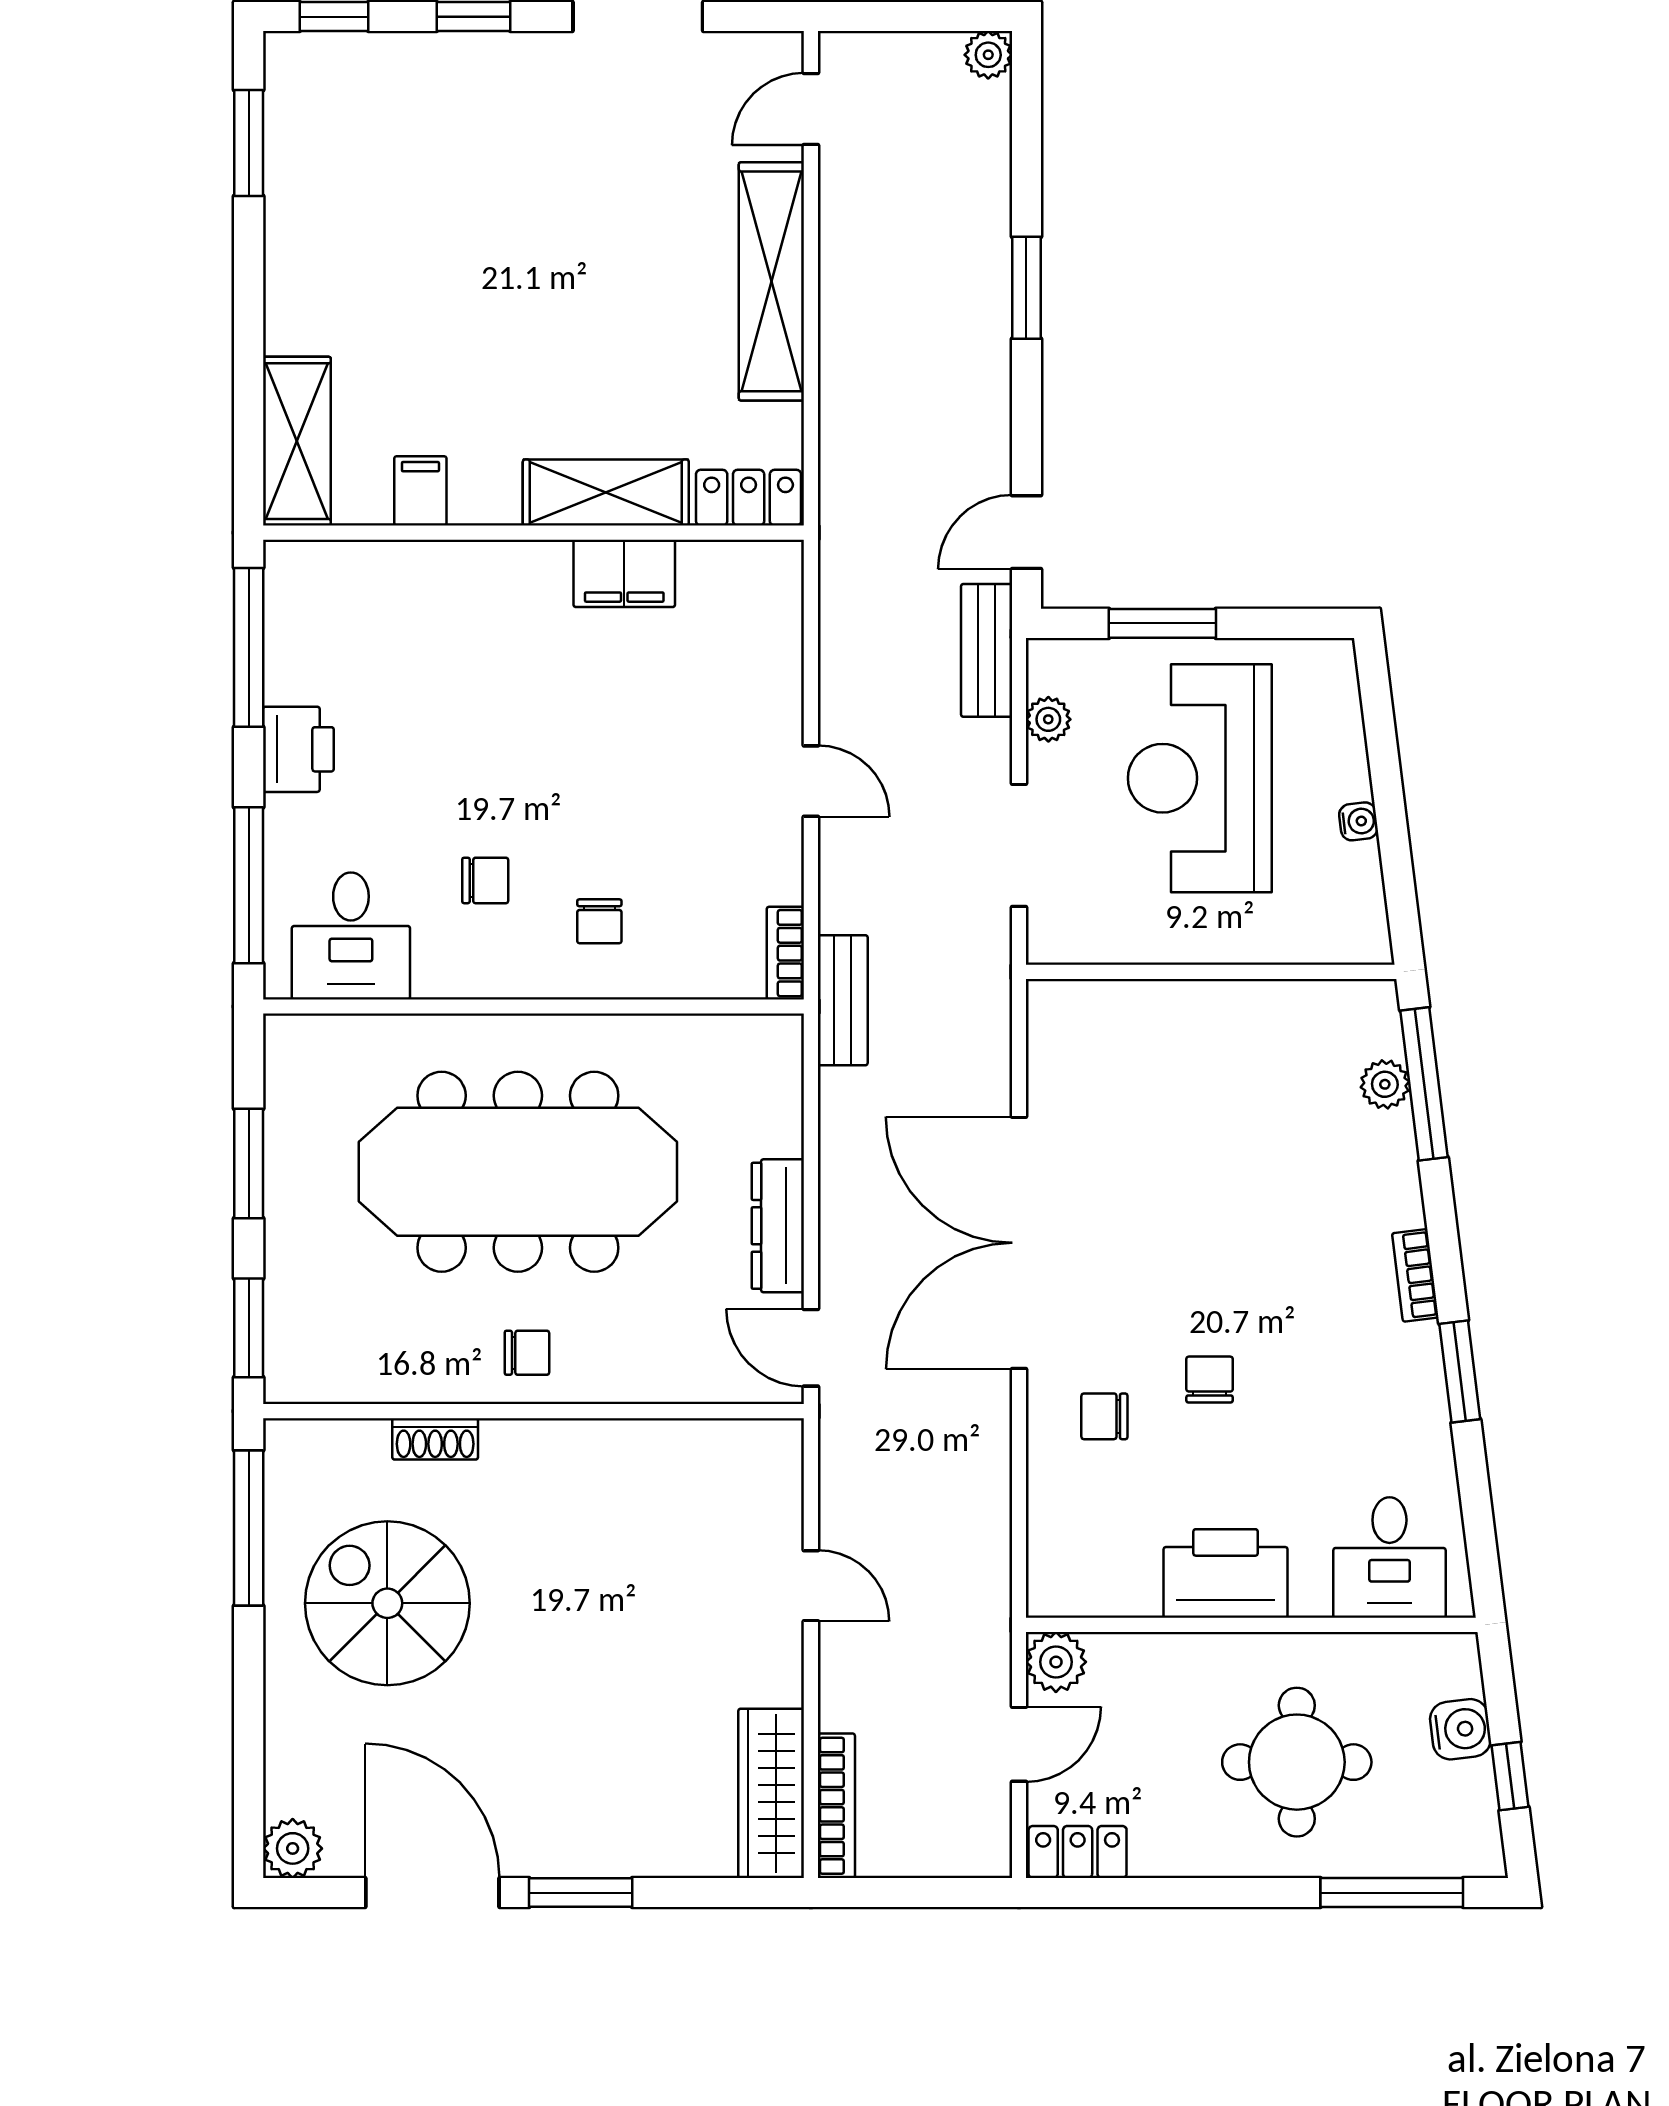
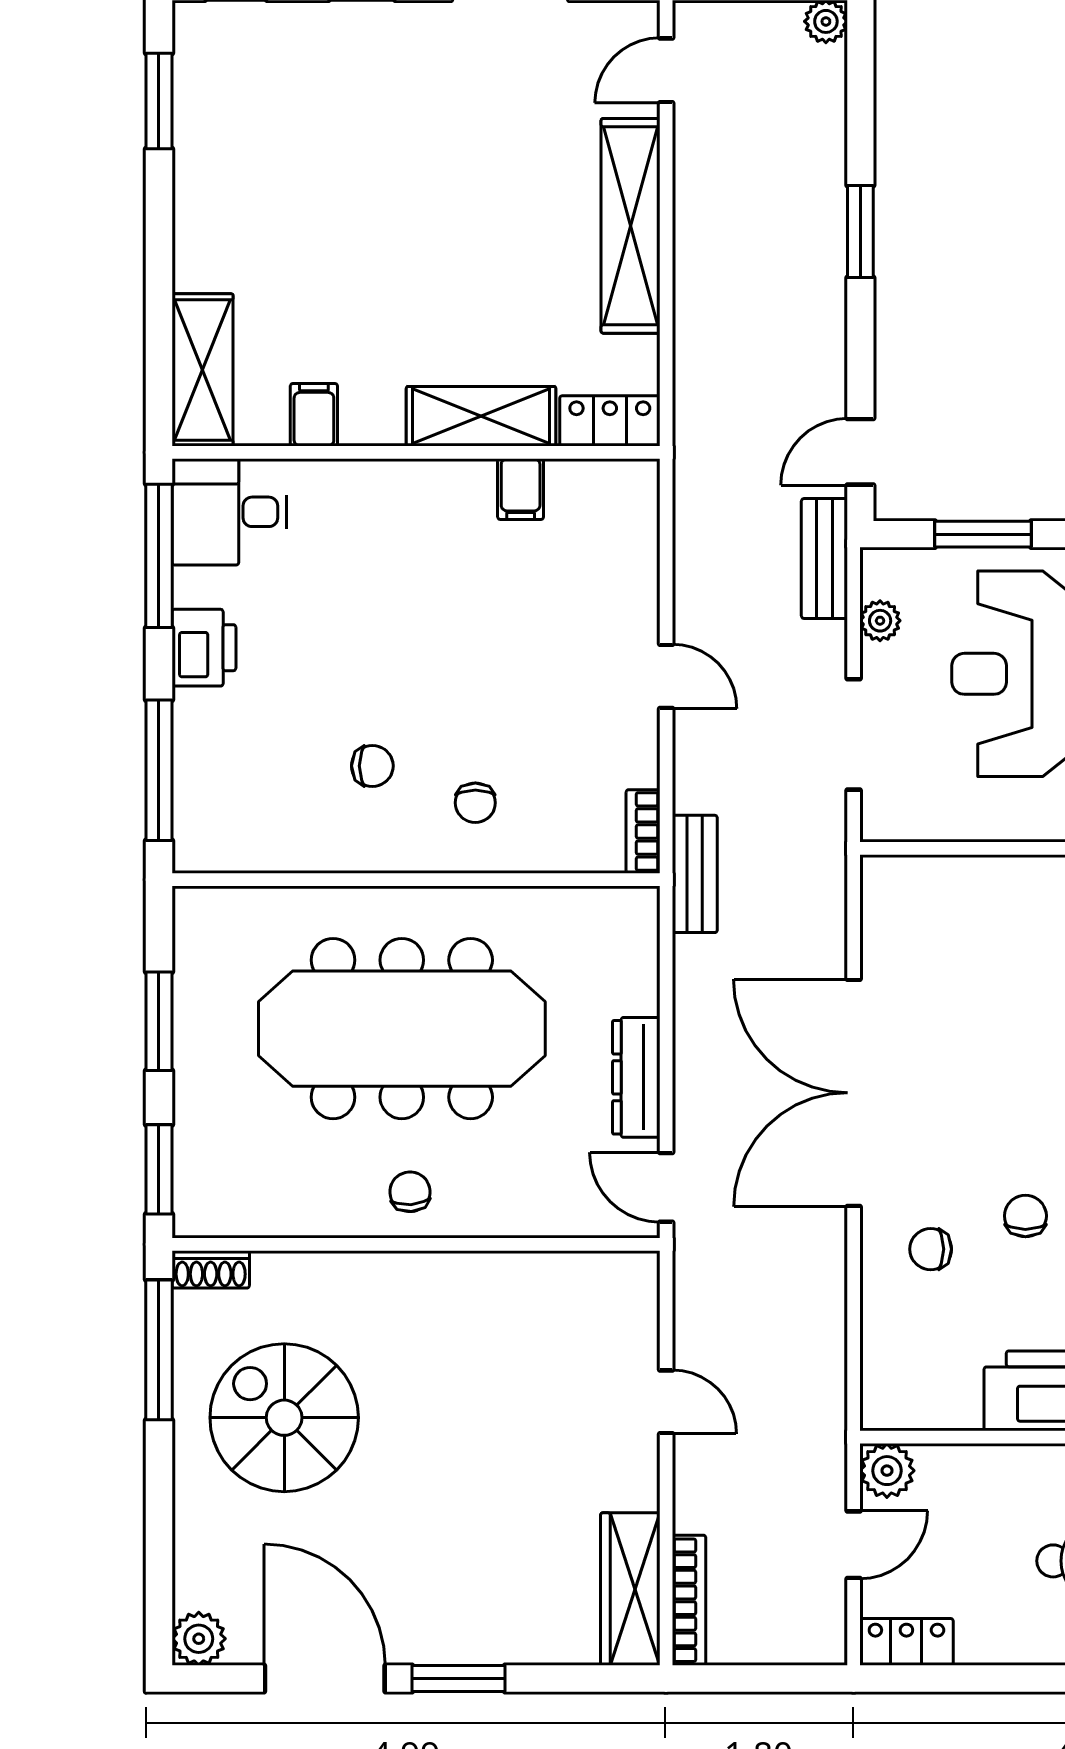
filing cabinet: (624, 573) -> (521, 489), width x0.50
desk: (351, 936) -> (229, 512), moved, turned 90
chair: (527, 1353) -> (410, 1192), turned -94
shoe rack: (435, 1439) -> (211, 1269), moved

